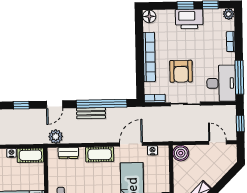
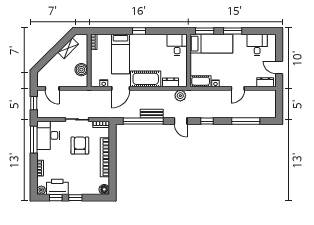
printer: (189, 19) -> (57, 187), moved
door: (55, 105) -> (181, 121), swing flipped
boiler: (181, 153) -> (81, 70), moved
cot: (100, 154) -> (146, 79), width x1.37, depth x1.34

